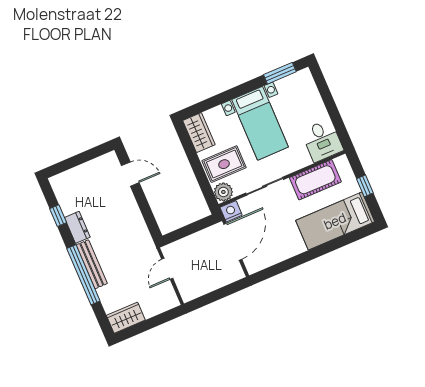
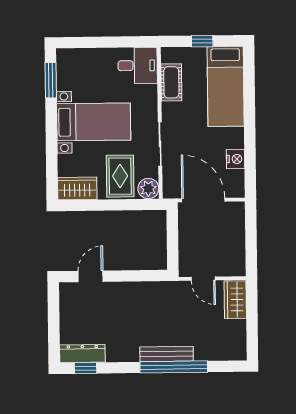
cot: (315, 180) -> (171, 82), width x0.73, depth x0.75
nightstand: (231, 211) -> (235, 159), moved, turned 180
window: (58, 216) -> (86, 368), moved
dresser: (77, 227) -> (82, 354), moved, width x1.44
wardrobe: (126, 318) -> (235, 300), moved

